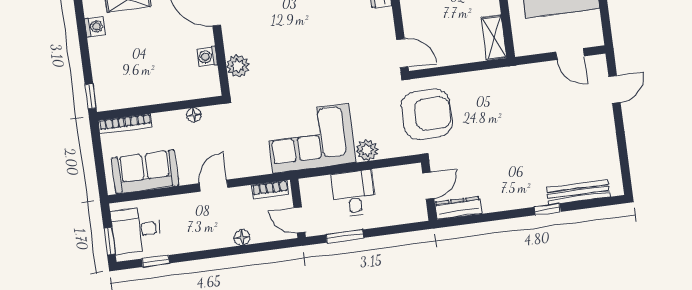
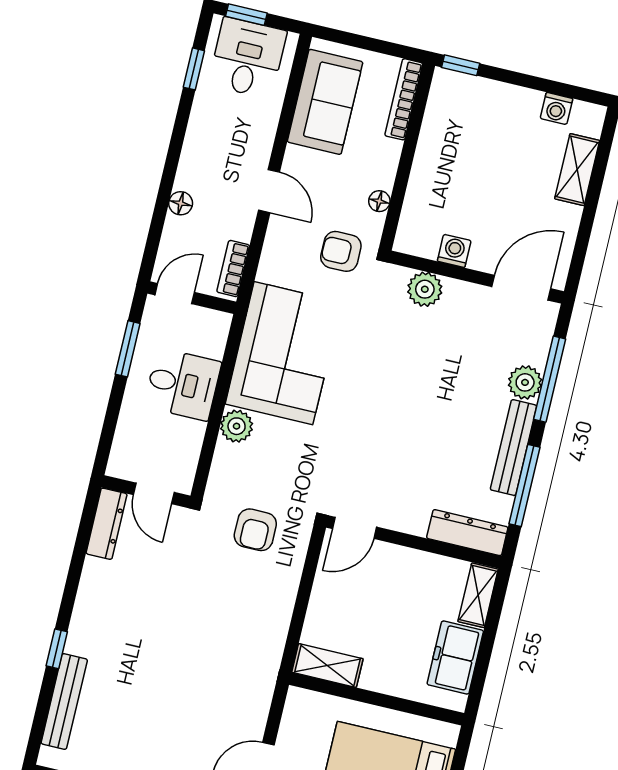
armchair: (427, 114) -> (255, 530), width x0.53, depth x0.53
armchair: (234, 127) -> (341, 251), added

